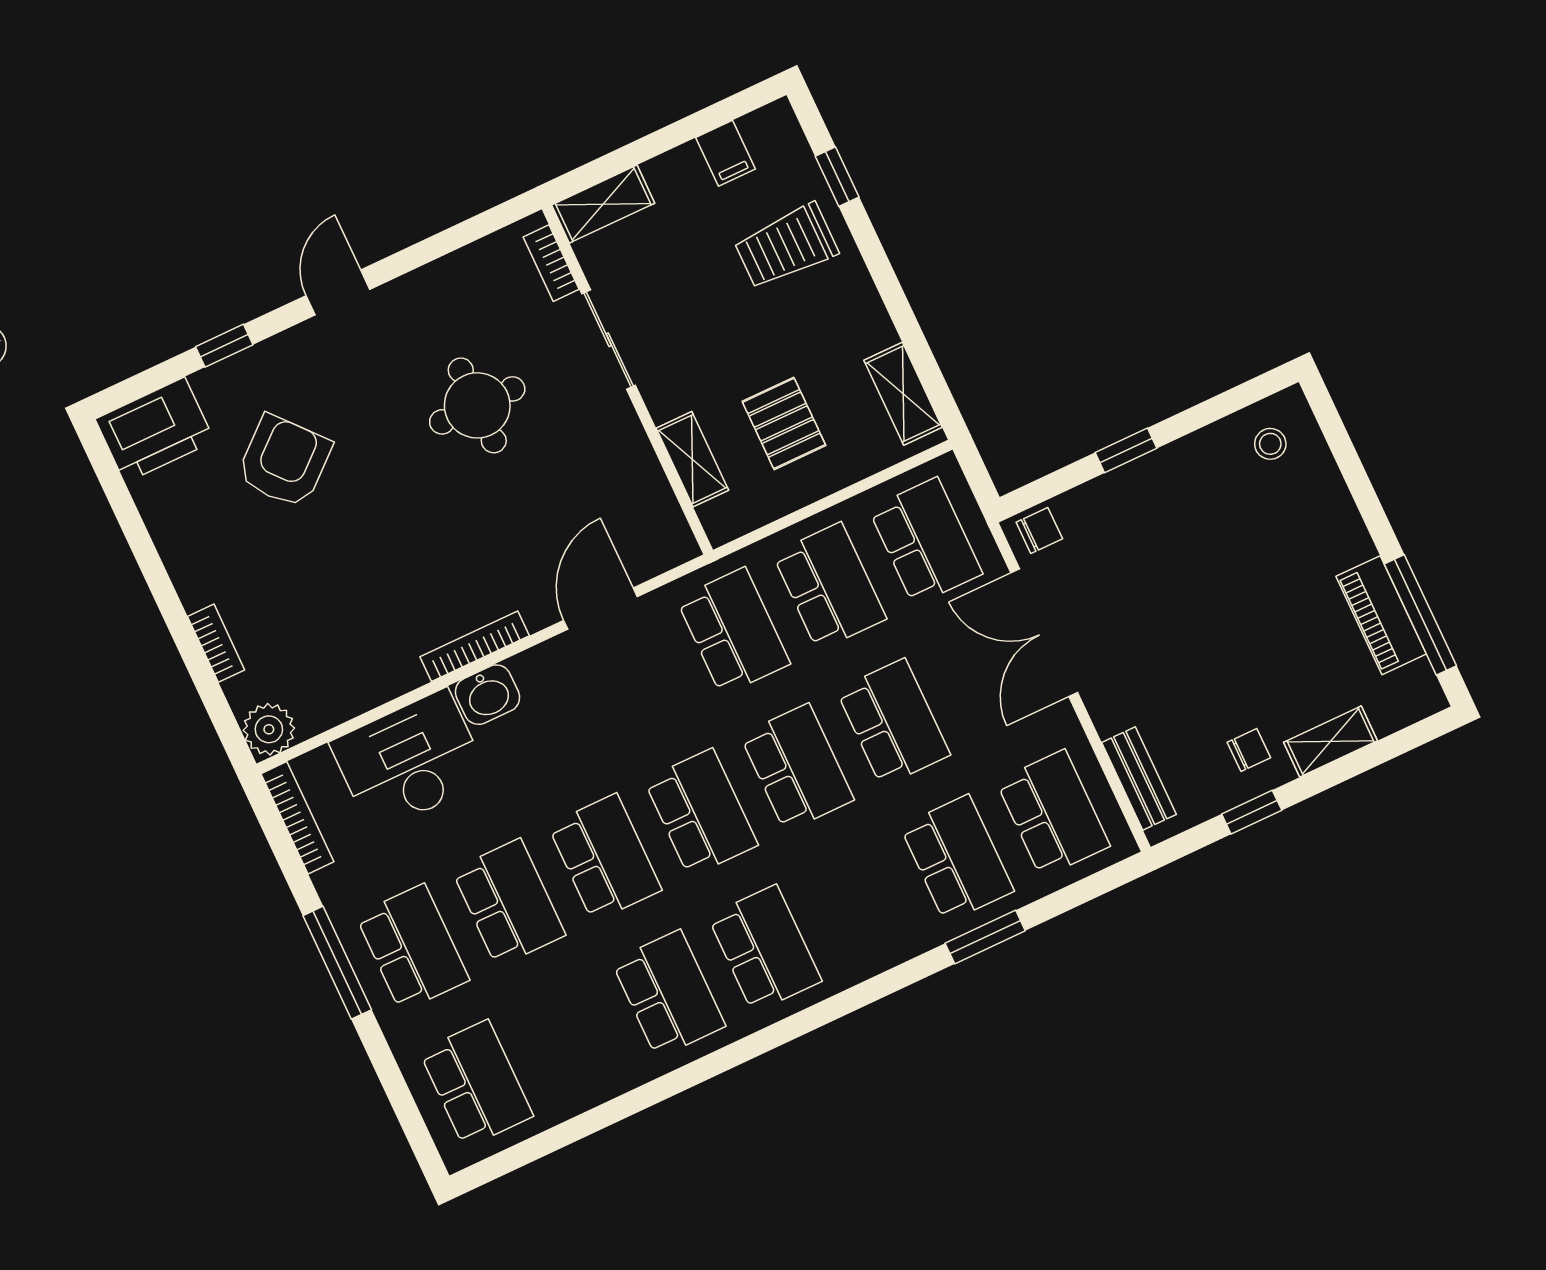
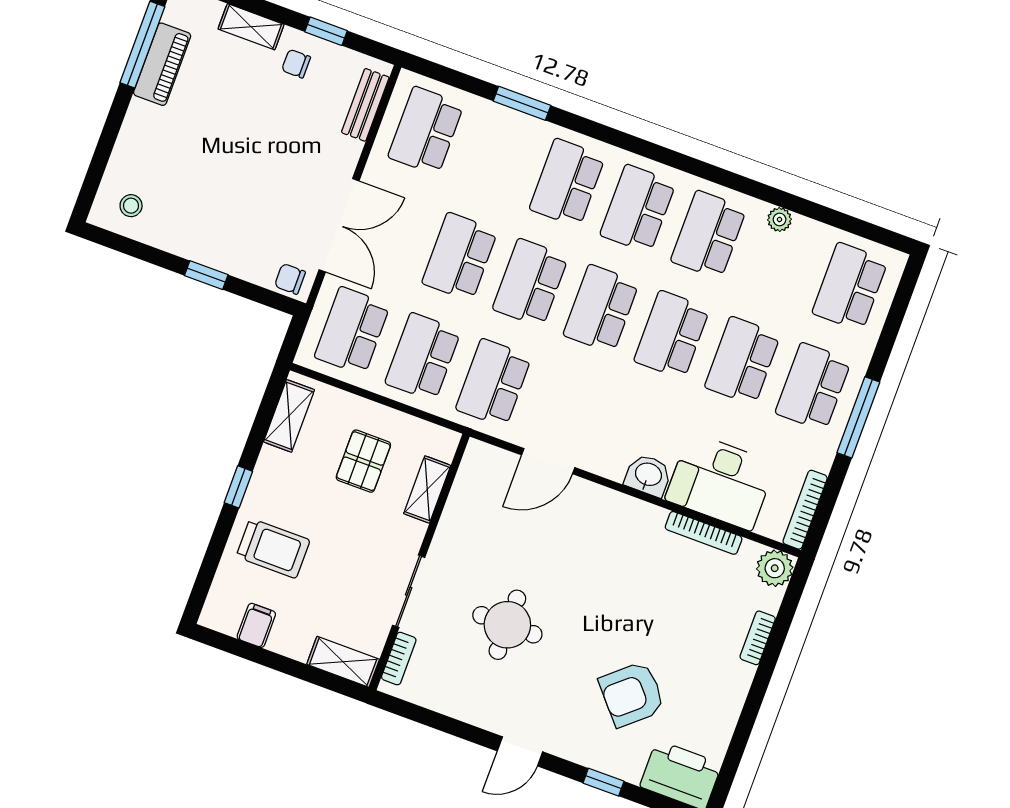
window: (837, 177) -> (238, 487), moved
bookcase: (475, 646) -> (704, 533), moved
school desk: (957, 859) -> (567, 183), moved
plant: (613, 1080) -> (780, 219), added

